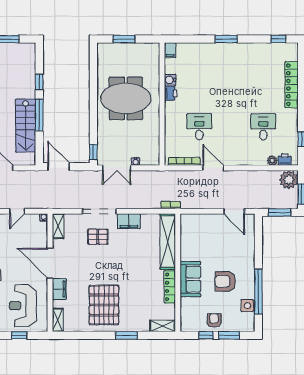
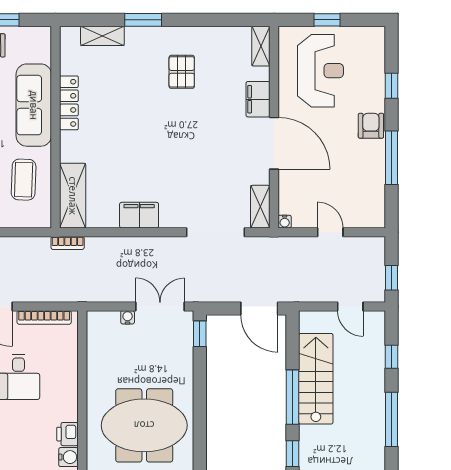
door: (17, 211) -> (330, 232), hinge flipped
doorway: (99, 211) -> (215, 232), moved
pallet: (98, 237) -> (192, 189), removed
shelving: (168, 242) -> (73, 196), width x0.68
coffee table: (196, 242) -> (24, 180), added
sofa: (190, 279) -> (34, 105), width x1.36
pallet: (104, 305) -> (182, 72), width x0.49, depth x0.50
shelving: (163, 326) -> (102, 36), moved

